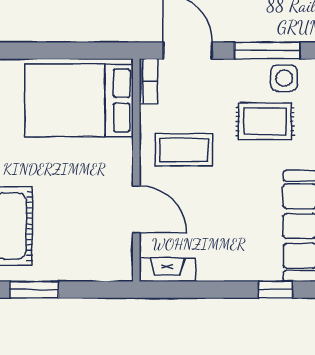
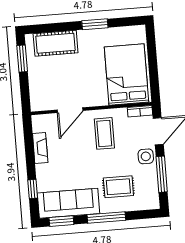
side table: (284, 78) -> (146, 156), moved
rug: (265, 121) -> (118, 187), moved, turned 90
fireplace: (167, 270) -> (40, 148), moved

